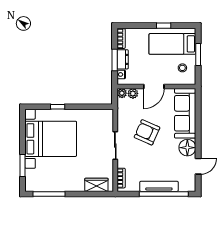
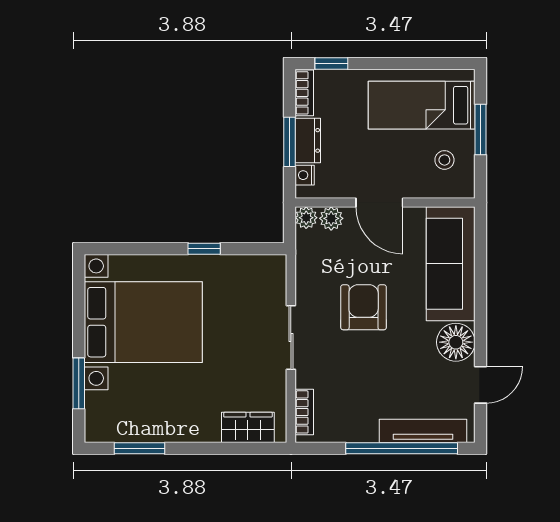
window: (164, 26) -> (331, 63), moved
door: (154, 86) -> (379, 202), hinge flipped
window: (58, 107) -> (204, 249), moved
armchair: (147, 132) -> (364, 307), turned 66
tv unit: (159, 186) -> (423, 431), moved
window: (49, 194) -> (140, 448), width x0.69

